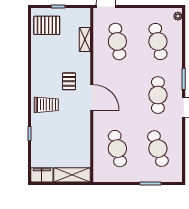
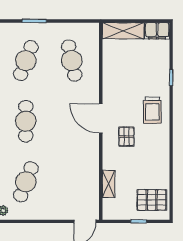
cafe table: (117, 41) -> (72, 182), removed
cafe table: (158, 41) -> (26, 182), turned 33
trolley: (46, 105) -> (152, 110), turned -90
cafe table: (158, 149) -> (26, 61), turned 39

